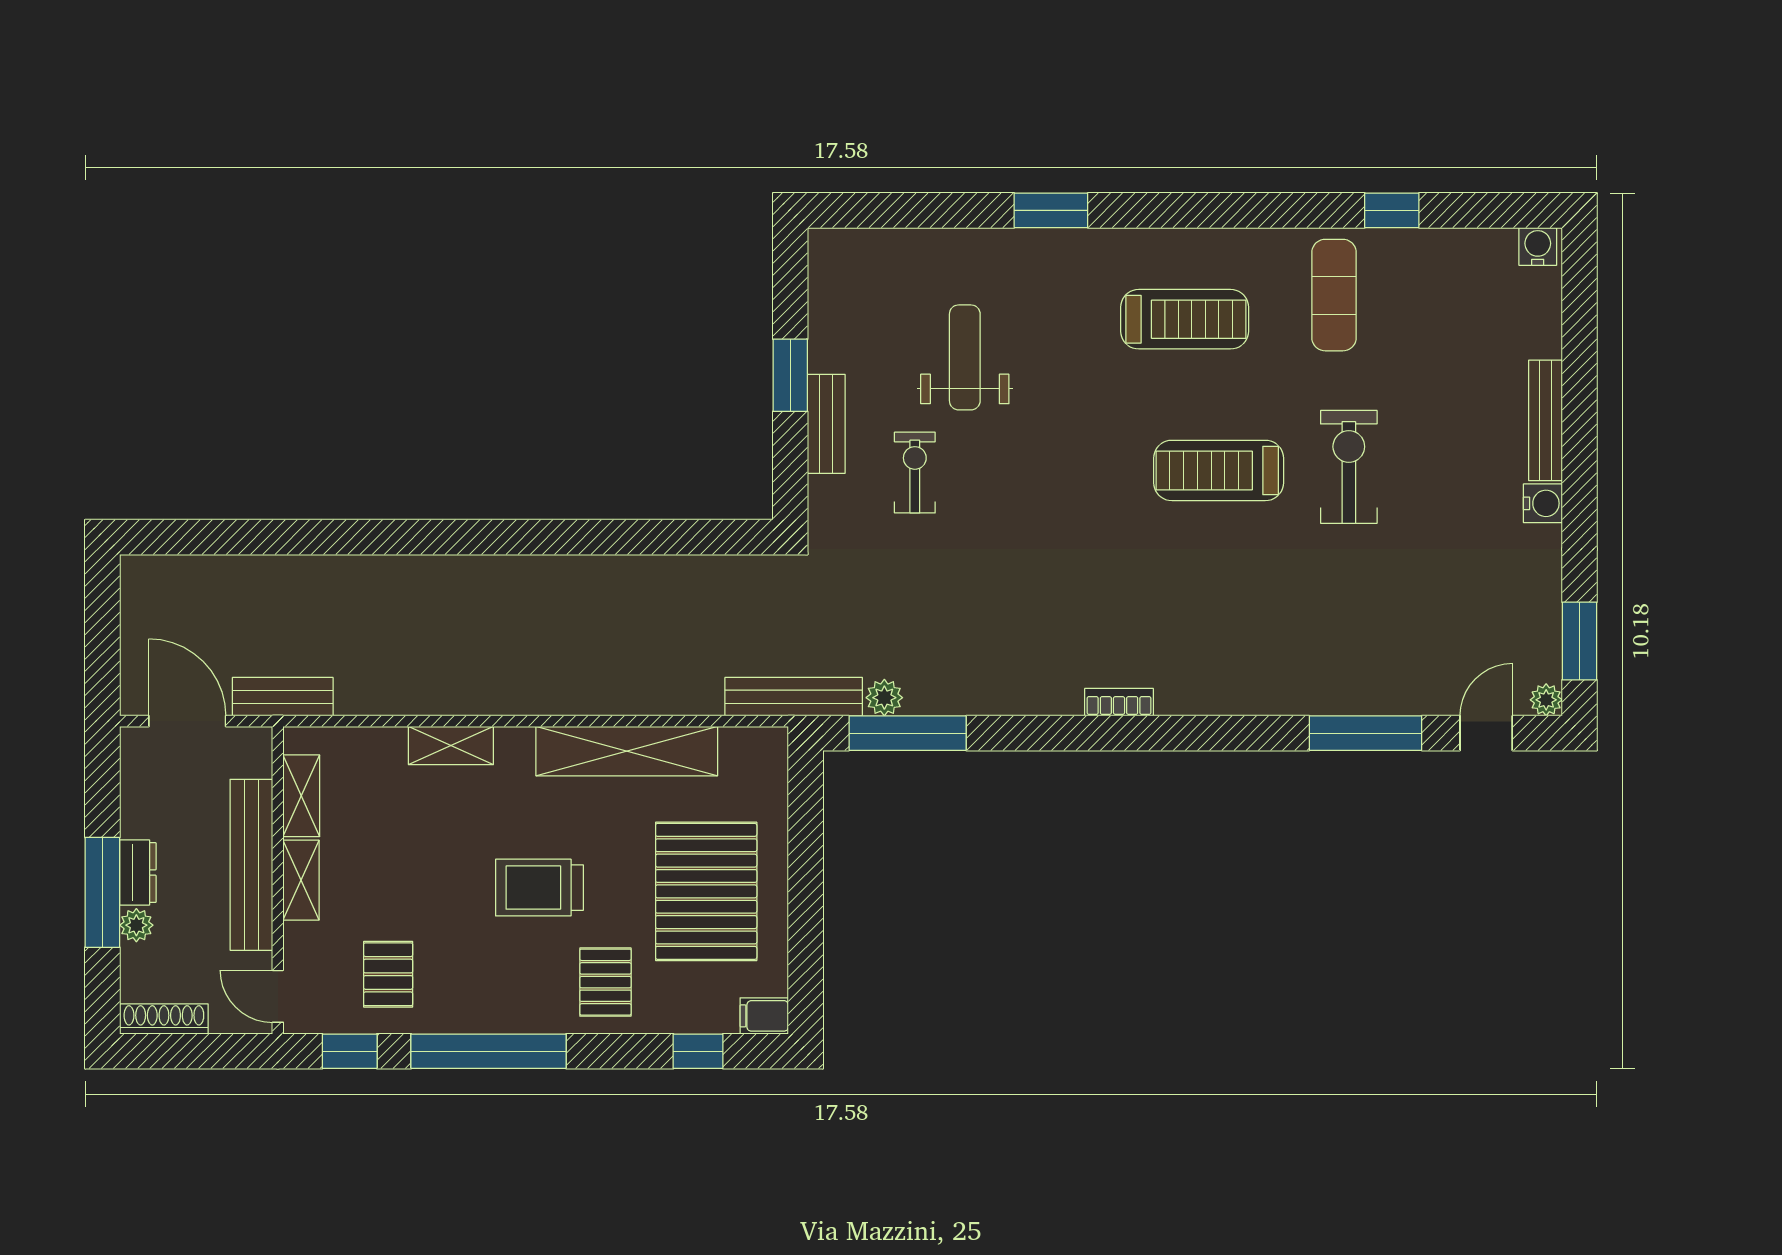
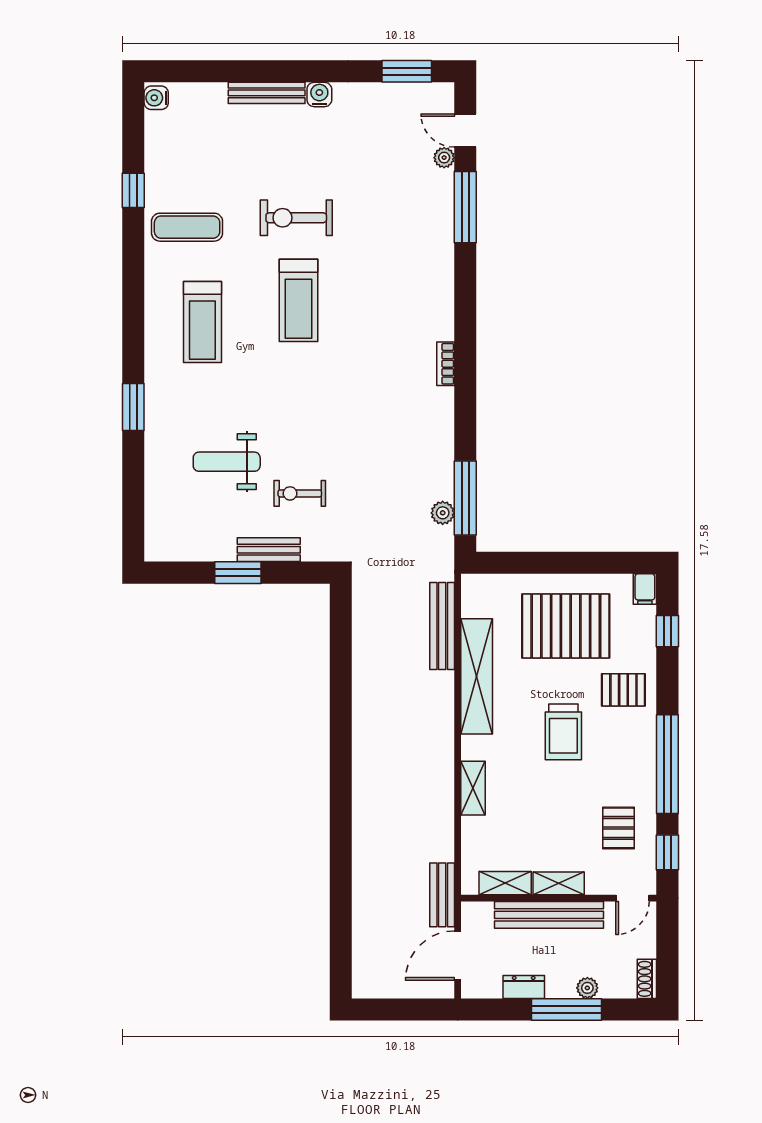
treadmill: (1185, 319) -> (202, 322), turned 180
bench: (794, 697) -> (442, 626), moved
plant: (1546, 700) -> (444, 158), moved
dresser: (138, 873) -> (524, 987), moved
pallet: (388, 974) -> (618, 828), turned 90
shoe rack: (164, 1019) -> (647, 979), width x0.70

